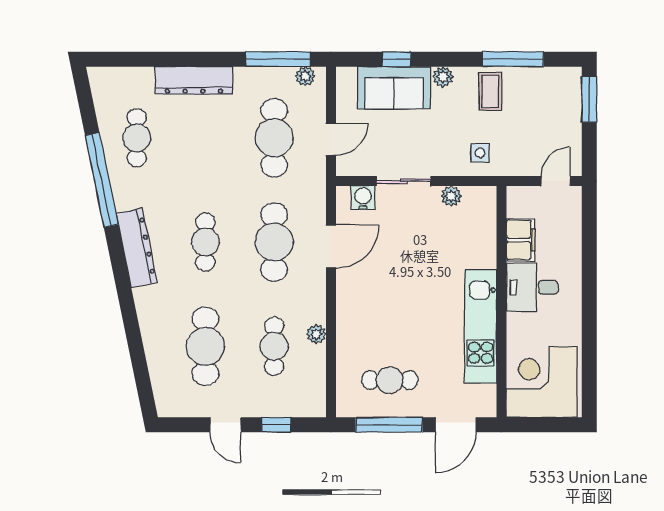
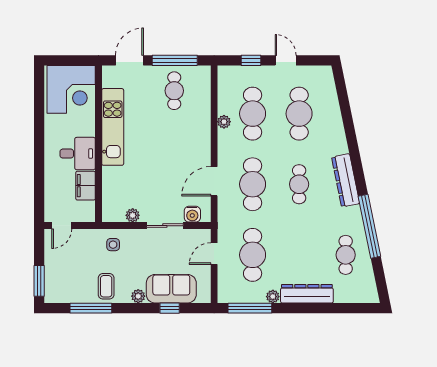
plant: (305, 76) -> (273, 297), moved
cafe table: (274, 346) -> (253, 114), width x1.37, depth x1.35
cafe table: (390, 380) -> (174, 91), turned 90

